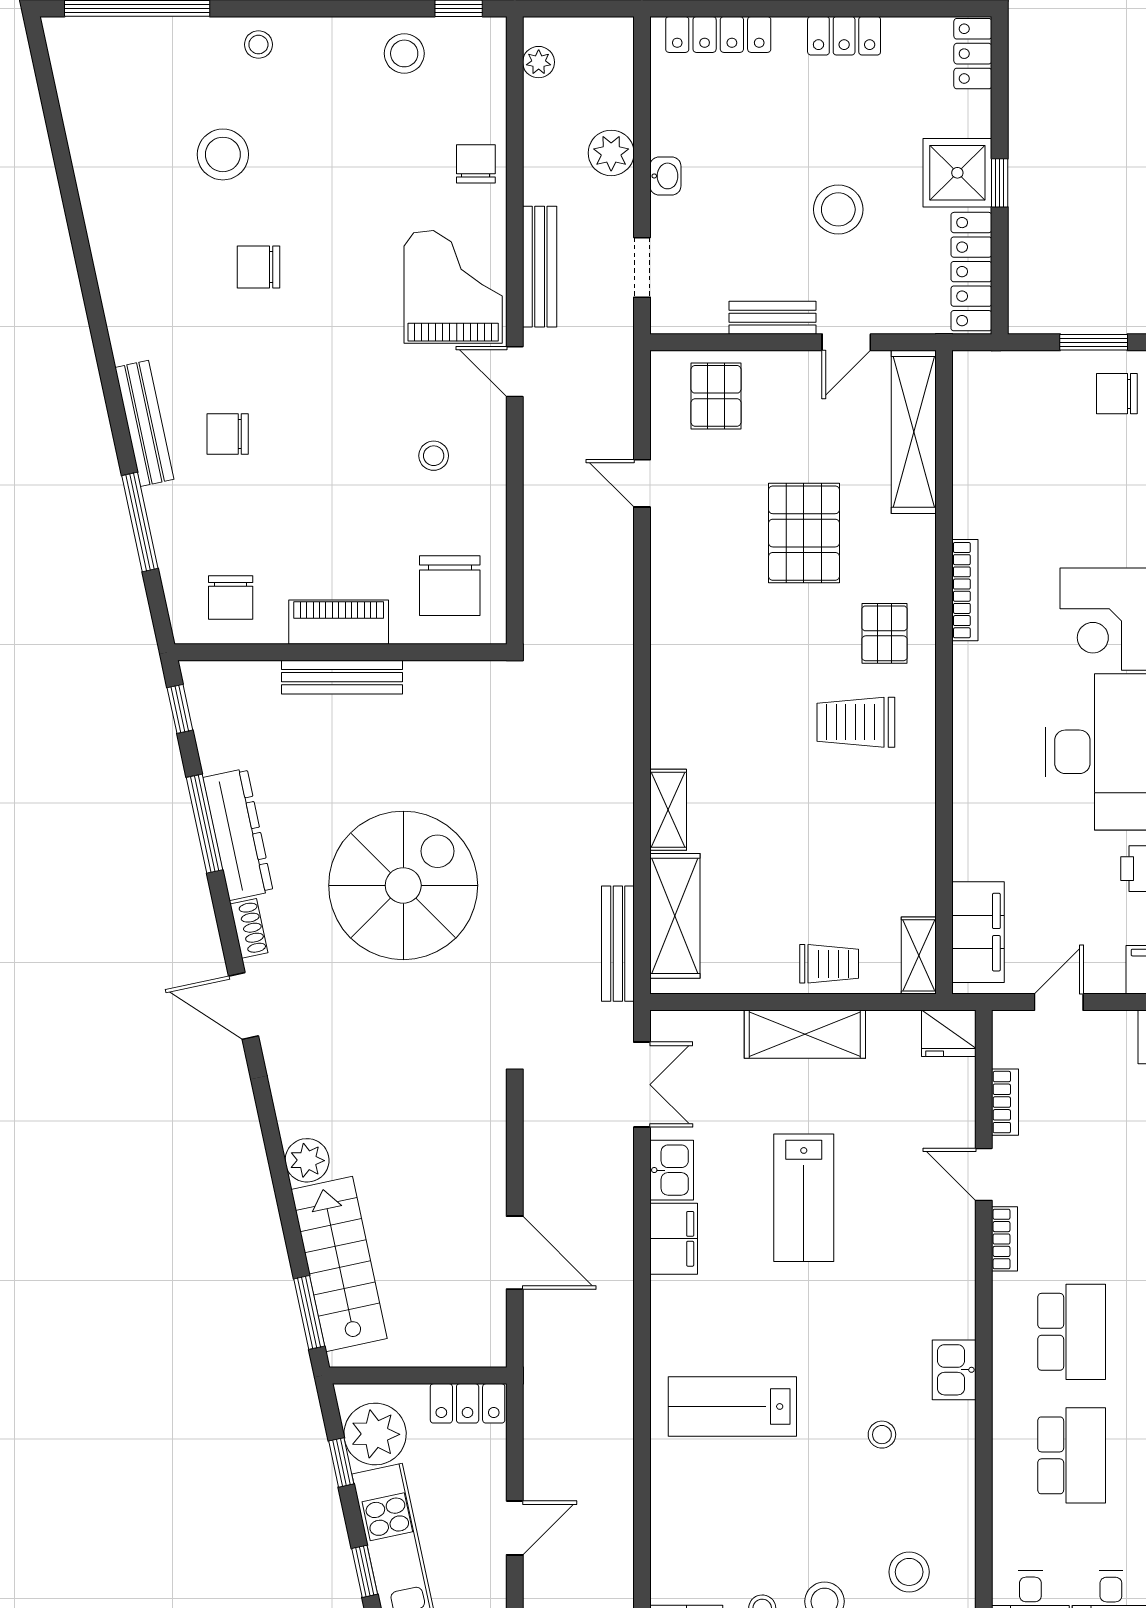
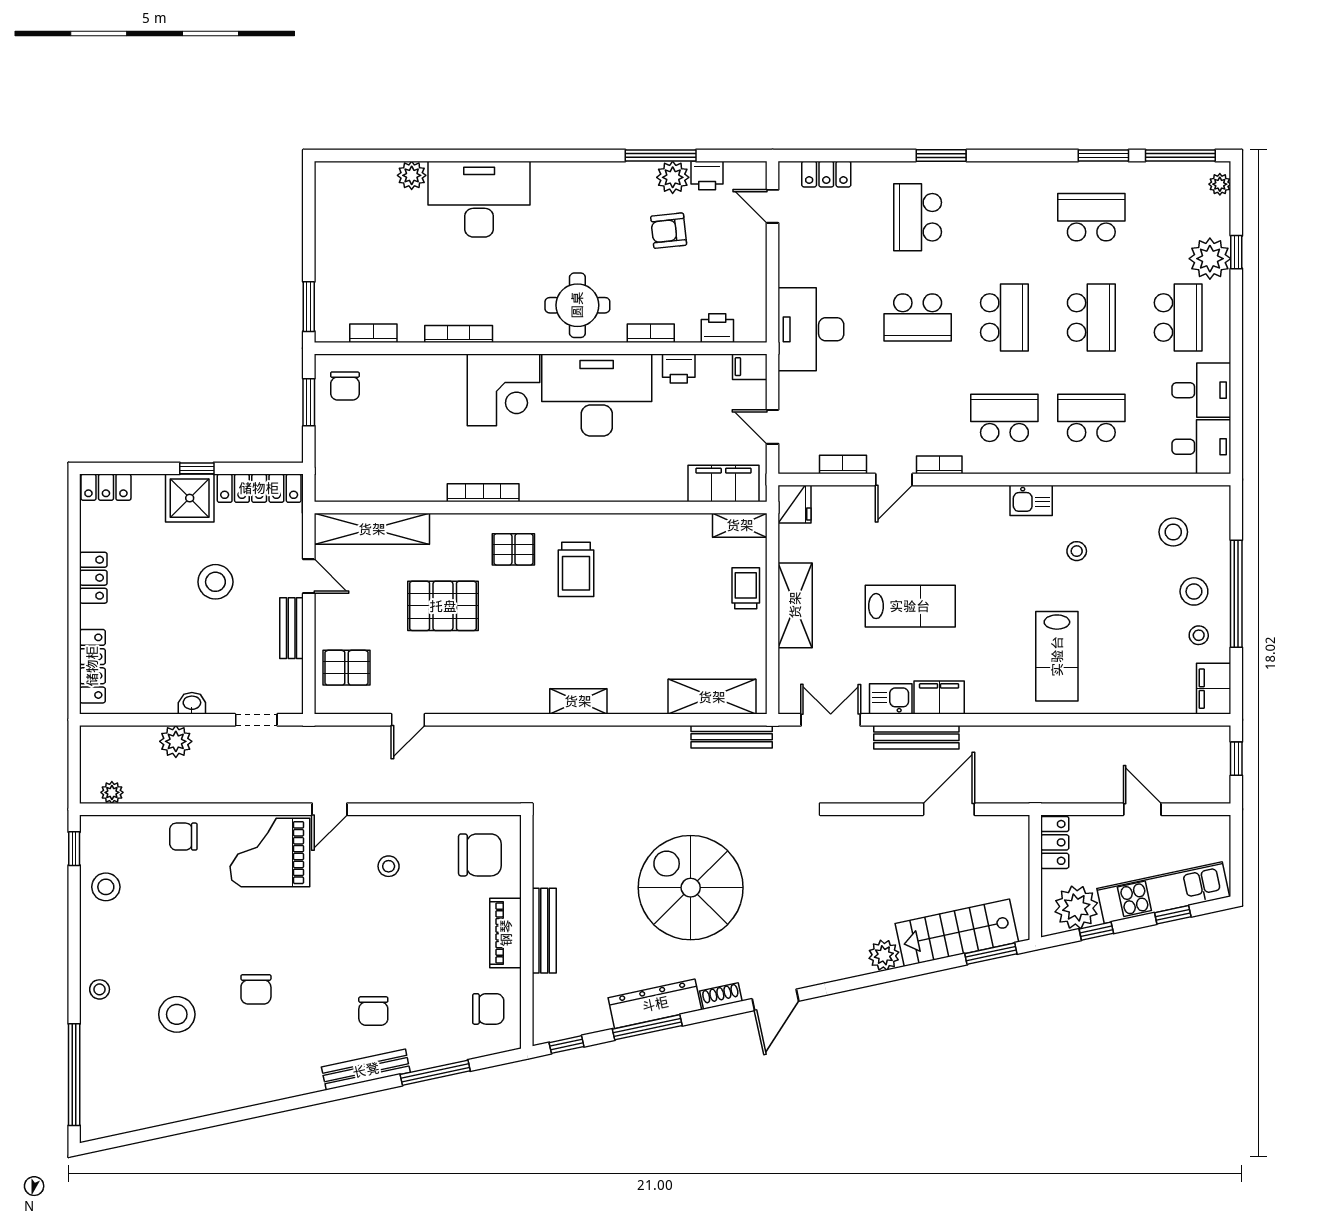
bench: (540, 267) -> (916, 737), moved
shelving: (668, 810) -> (578, 701), moved

